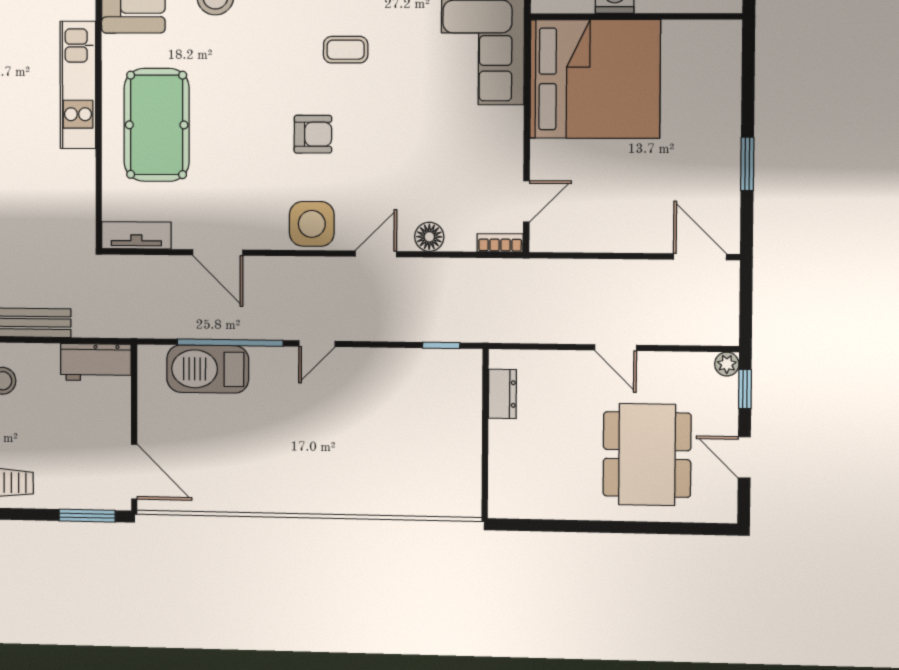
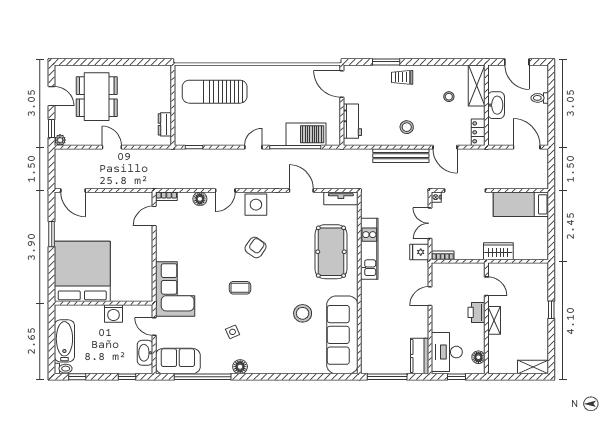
bed: (595, 79) -> (82, 271), moved, turned 90
kitchen unit: (78, 85) -> (369, 249), moved
armchair: (313, 134) -> (256, 247), turned 125
workbench: (96, 362) -> (352, 121), moved, turned 90
sun lounger: (397, 460) -> (215, 92), added
window: (87, 516) -> (386, 62), moved

